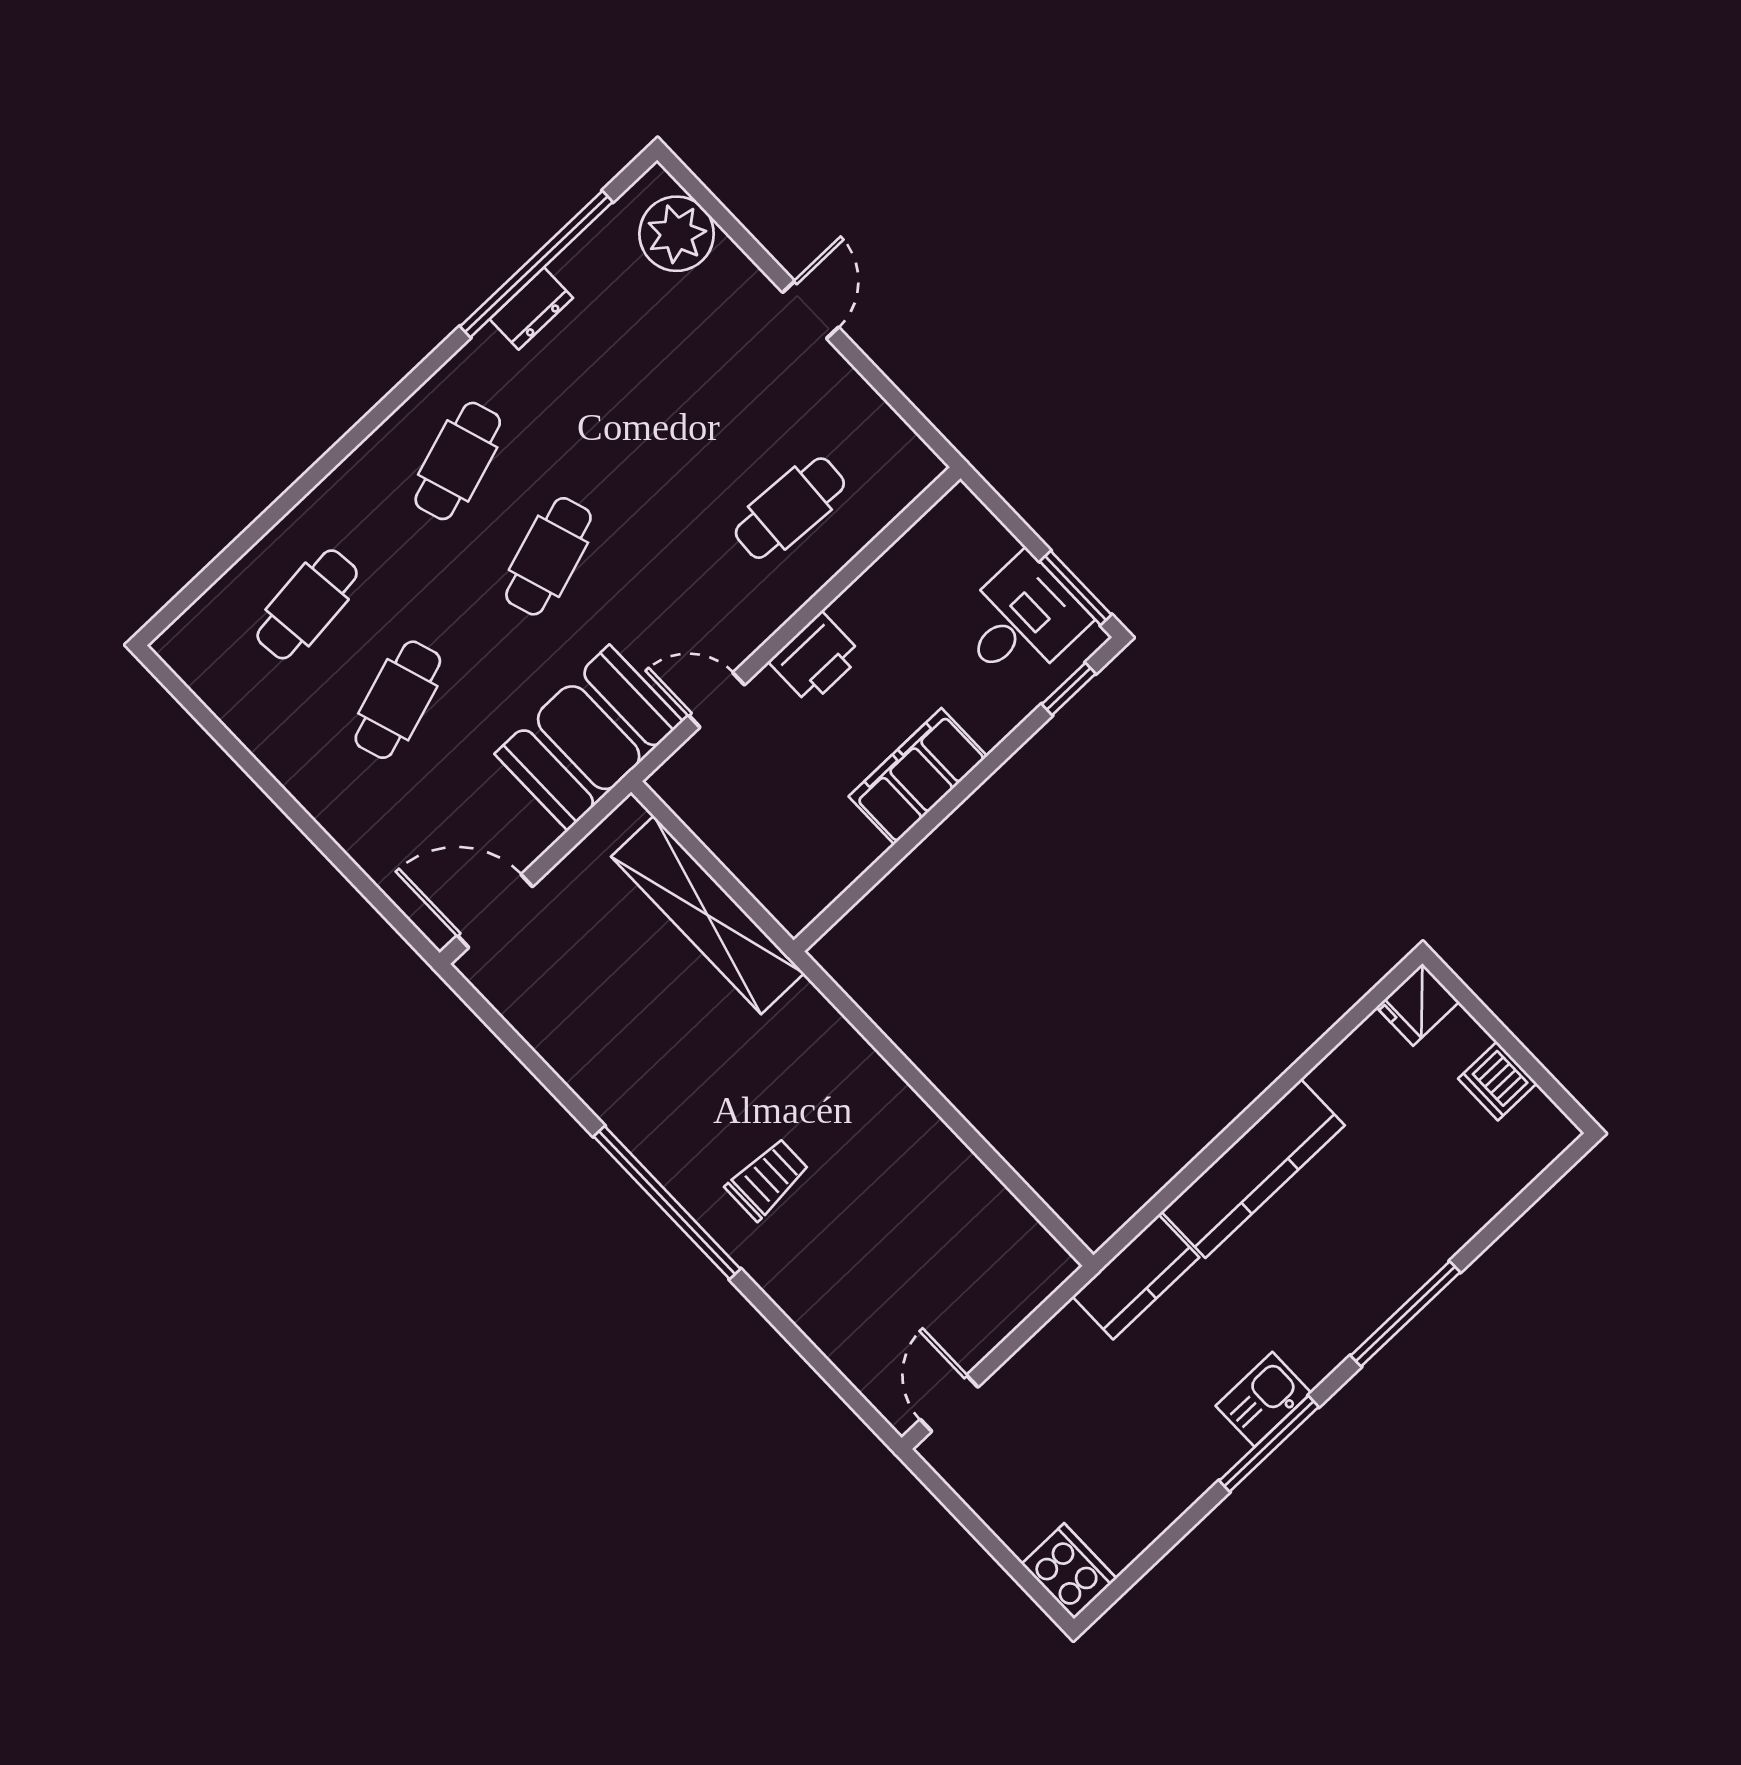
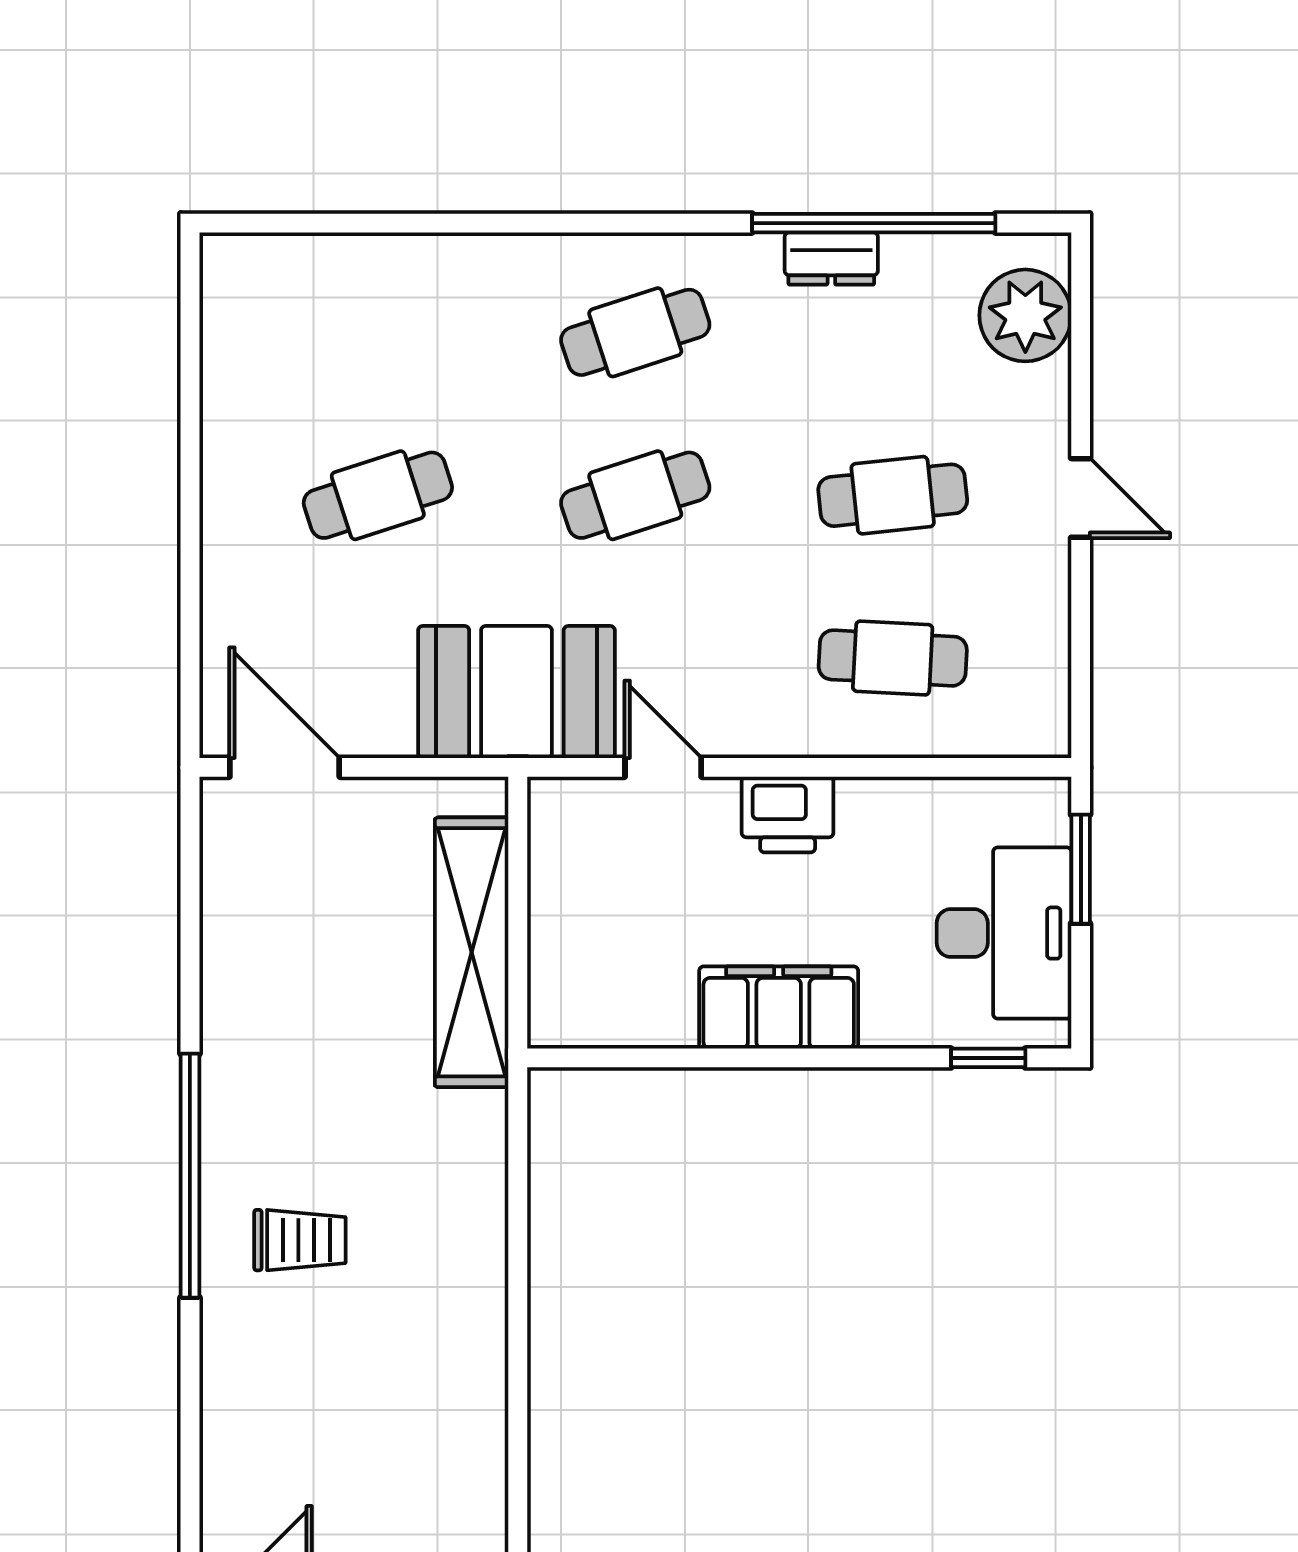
door: (811, 310) -> (1081, 498), hinge flipped
window: (1076, 588) -> (1081, 869), moved
cafe table: (307, 604) -> (893, 495), moved
desk: (1021, 621) -> (1004, 933), width x1.37

